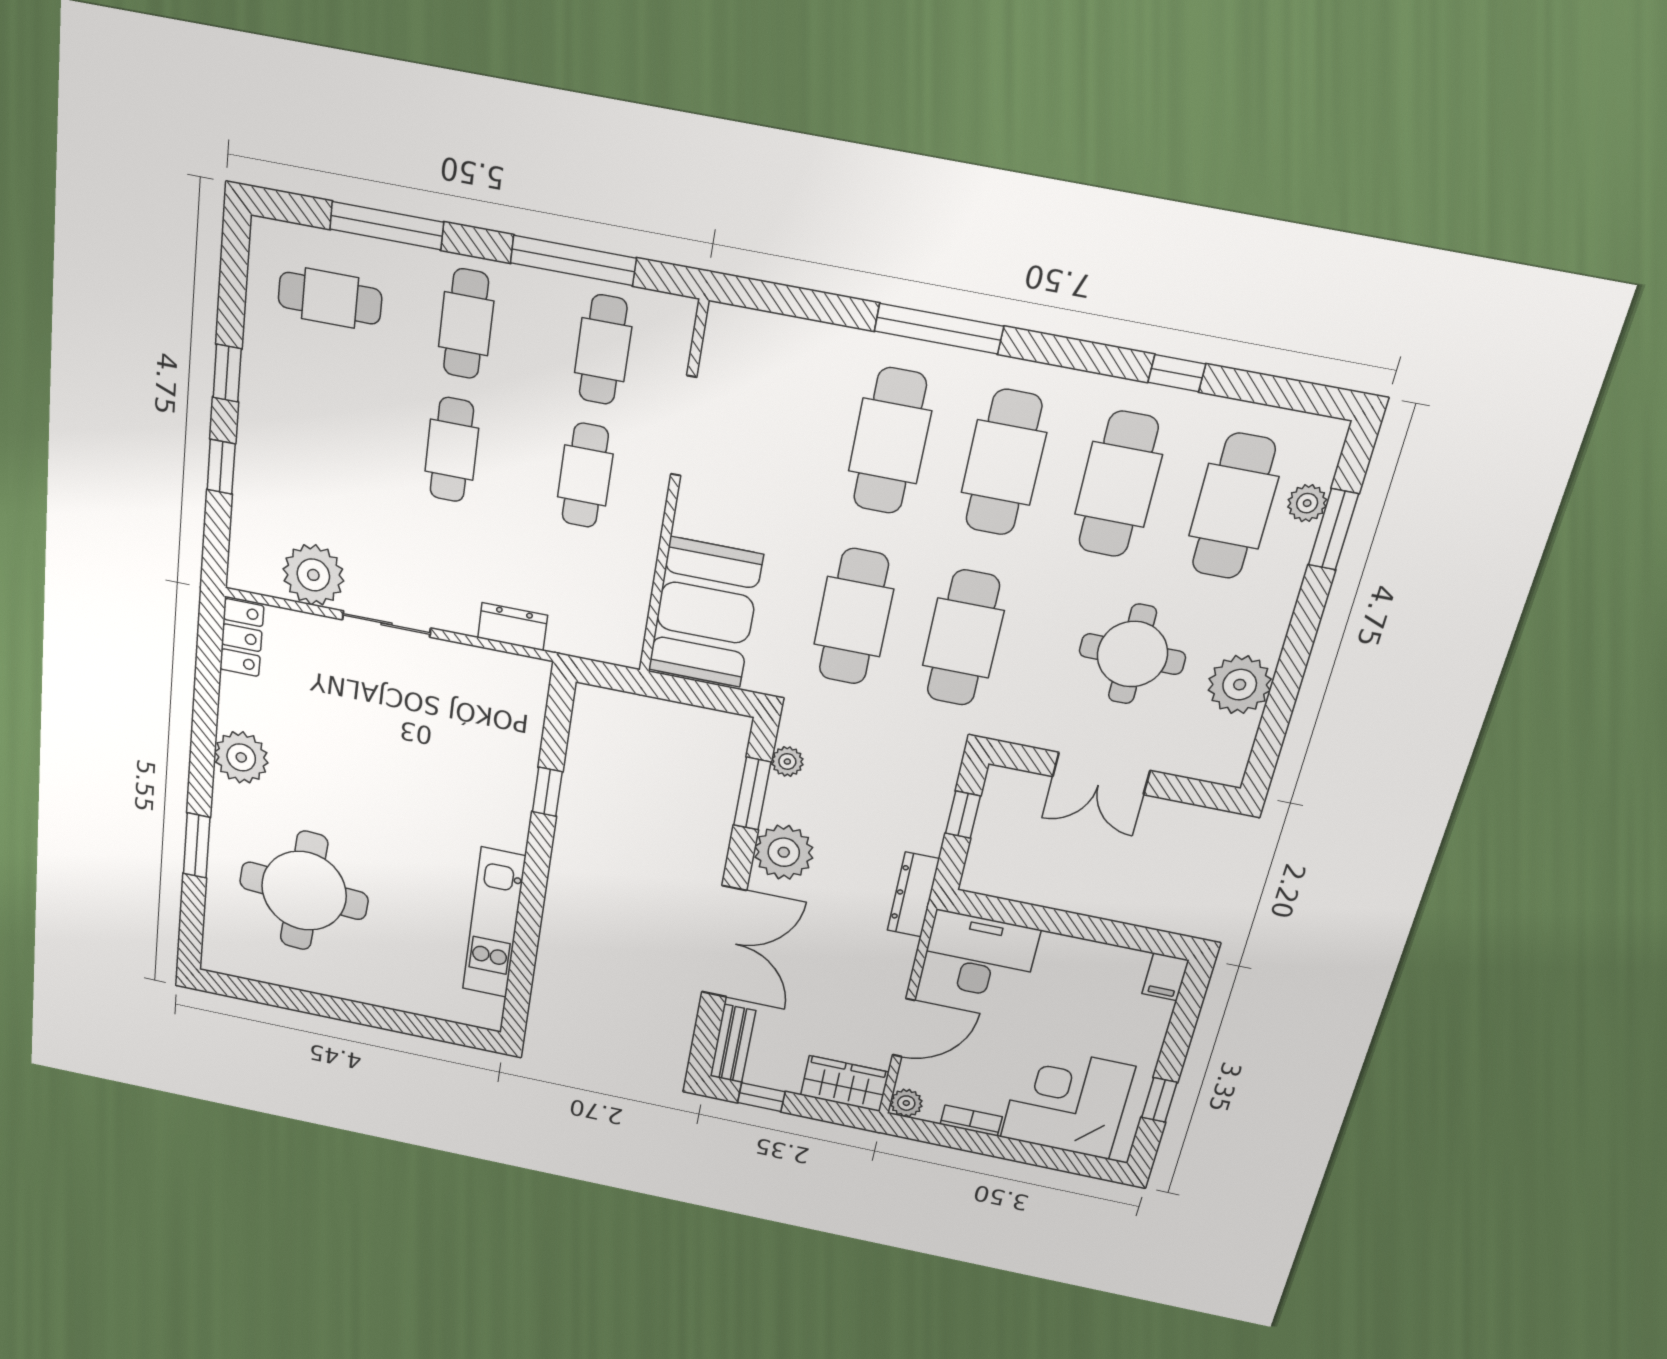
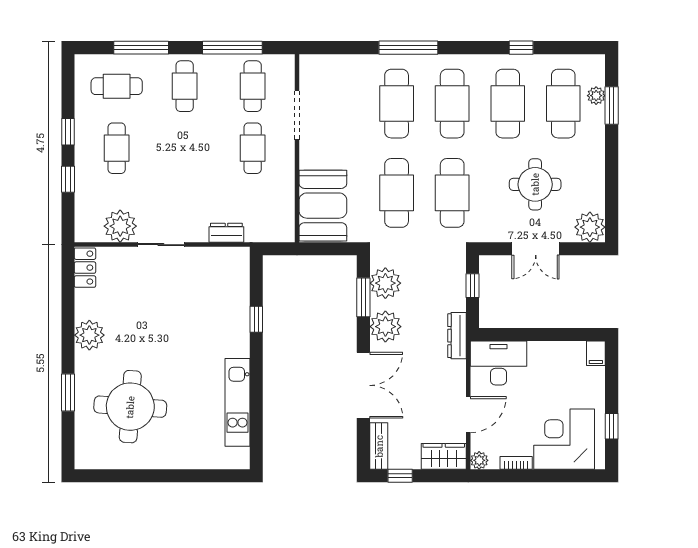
cafe table: (452, 450) -> (117, 148), moved
plant: (1240, 685) -> (590, 227), moved
plant: (787, 762) -> (385, 283), width x1.88, depth x1.88

